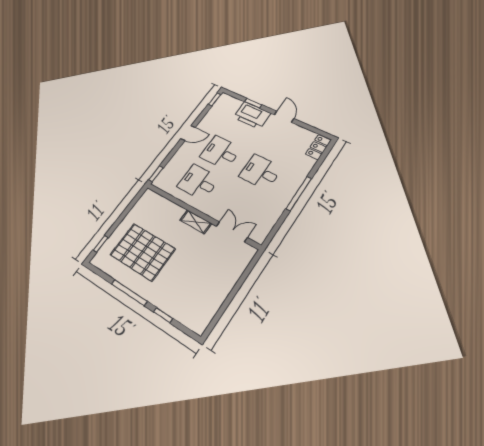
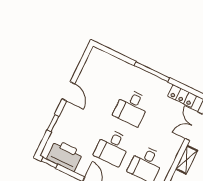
printer: (252, 115) -> (65, 156), moved, turned -90
door: (284, 117) -> (68, 91), swing flipped
locker: (318, 147) -> (182, 96), moved

